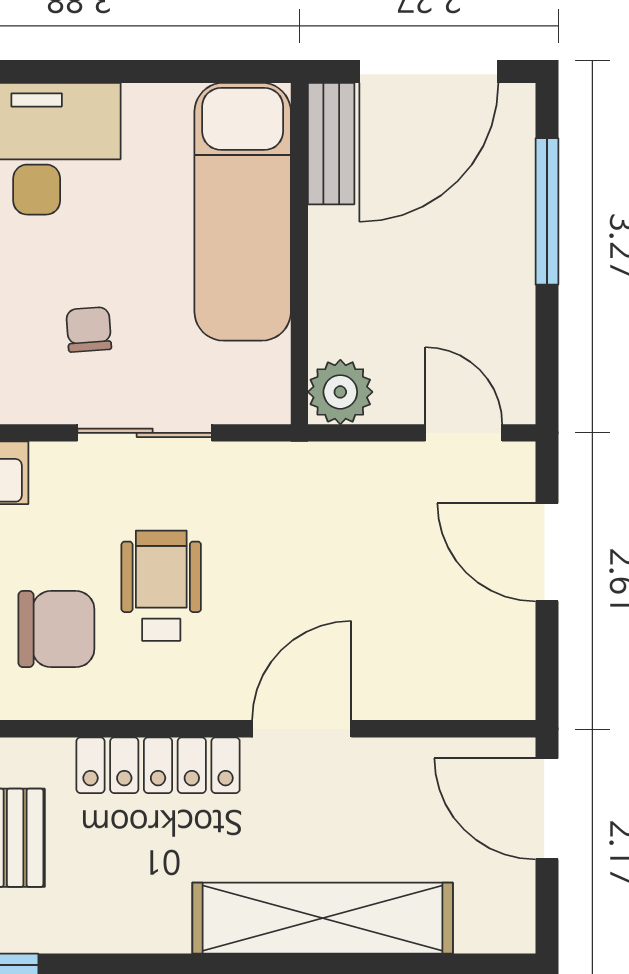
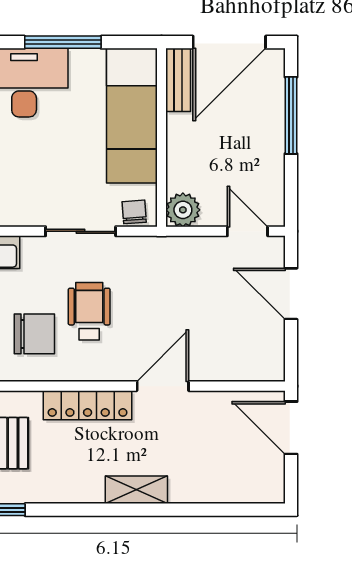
window: (111, 71) -> (63, 42), added
chair: (89, 329) -> (134, 212), moved
shelving: (323, 918) -> (136, 490), width x0.45, depth x0.75

